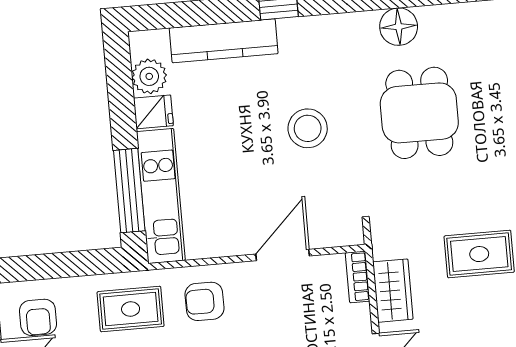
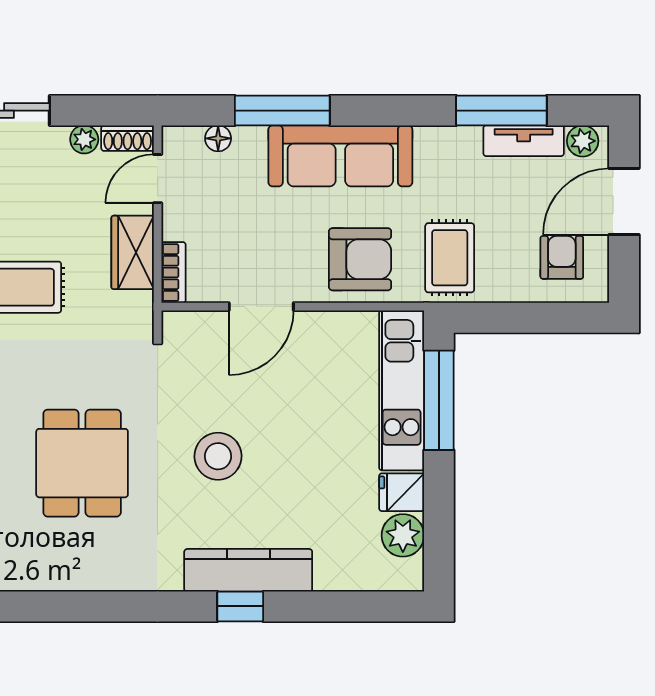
floor lamp: (399, 27) -> (98, 569), removed
kitchen counter: (224, 41) -> (248, 570), moved
armchair: (205, 301) -> (360, 259), width x1.38, depth x1.38
rug: (131, 309) -> (450, 258), turned 90

